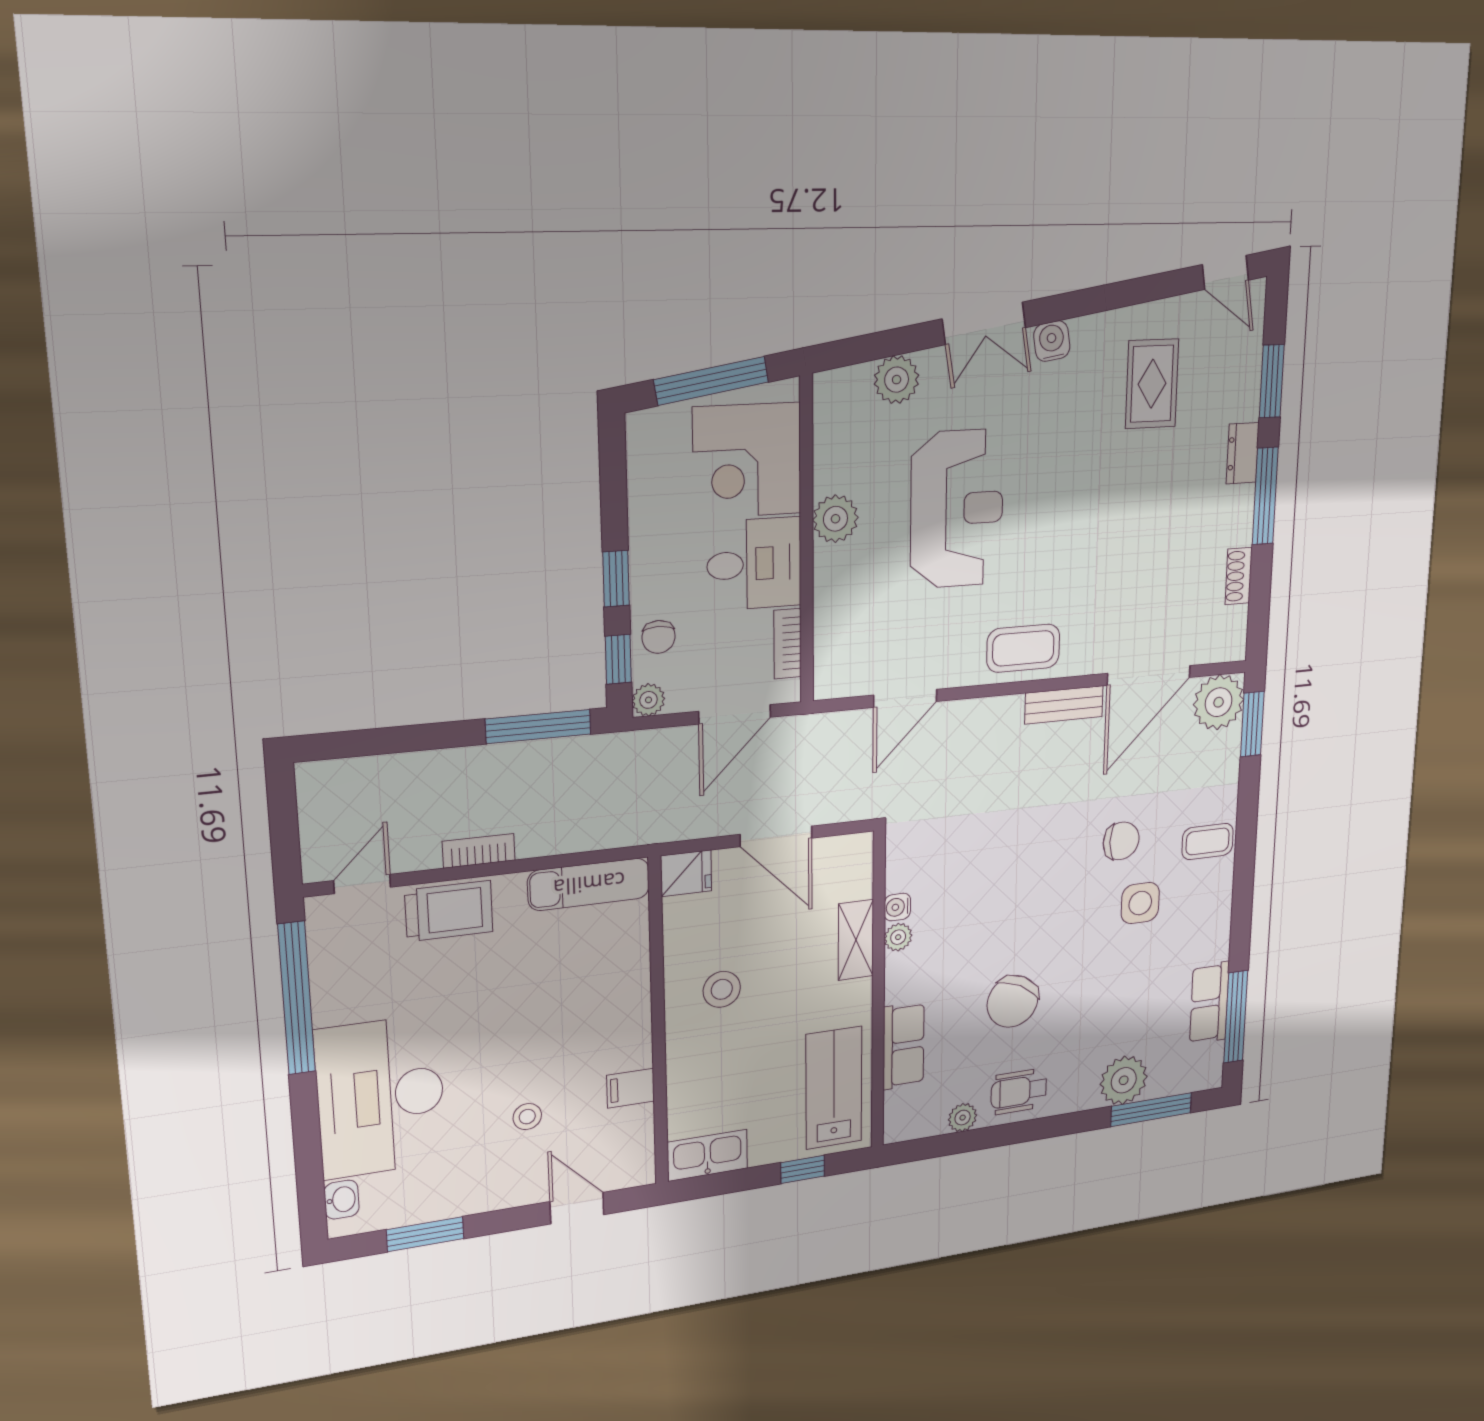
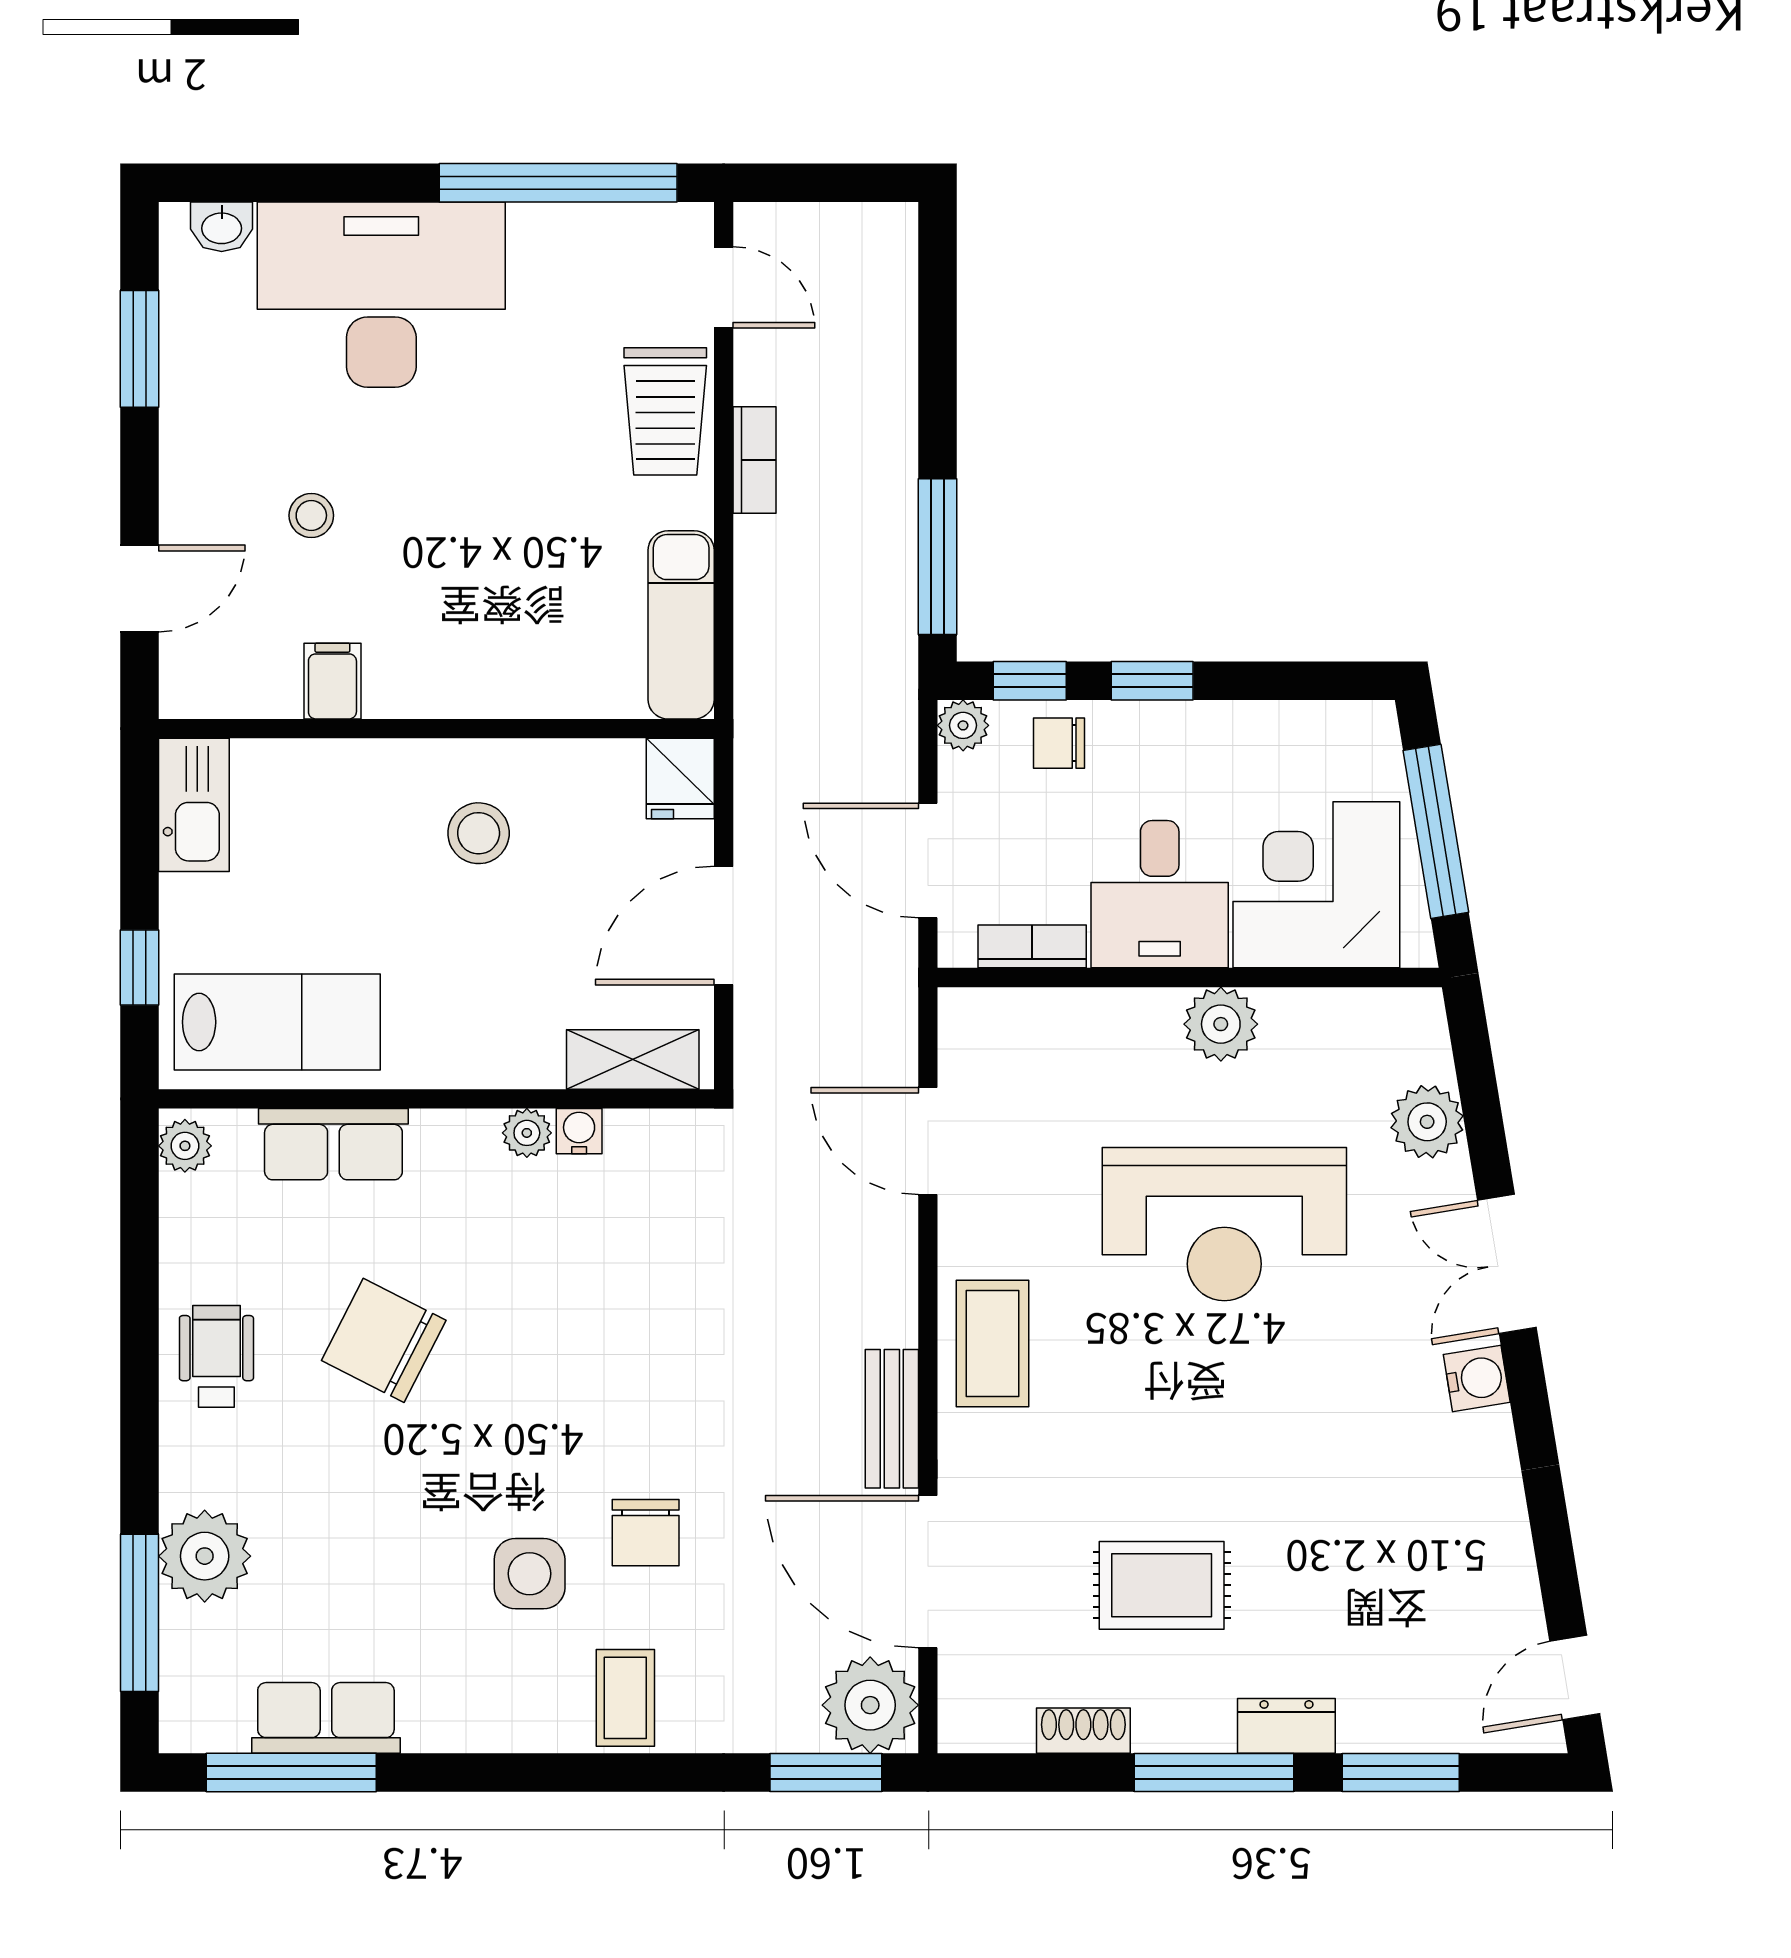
rug: (1152, 384) -> (1162, 1585), moved
shelving: (856, 940) -> (633, 1060), moved
plant: (963, 1118) -> (185, 1146), moved

